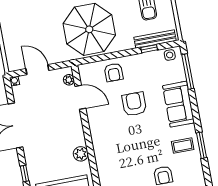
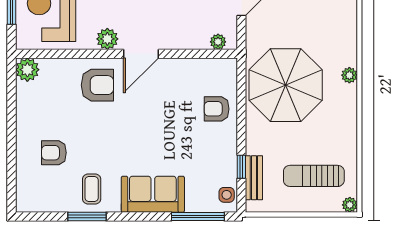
bench: (155, 39) -> (254, 178), width x0.73
door: (80, 97) -> (141, 54), moved
armchair: (134, 104) -> (97, 85), moved

